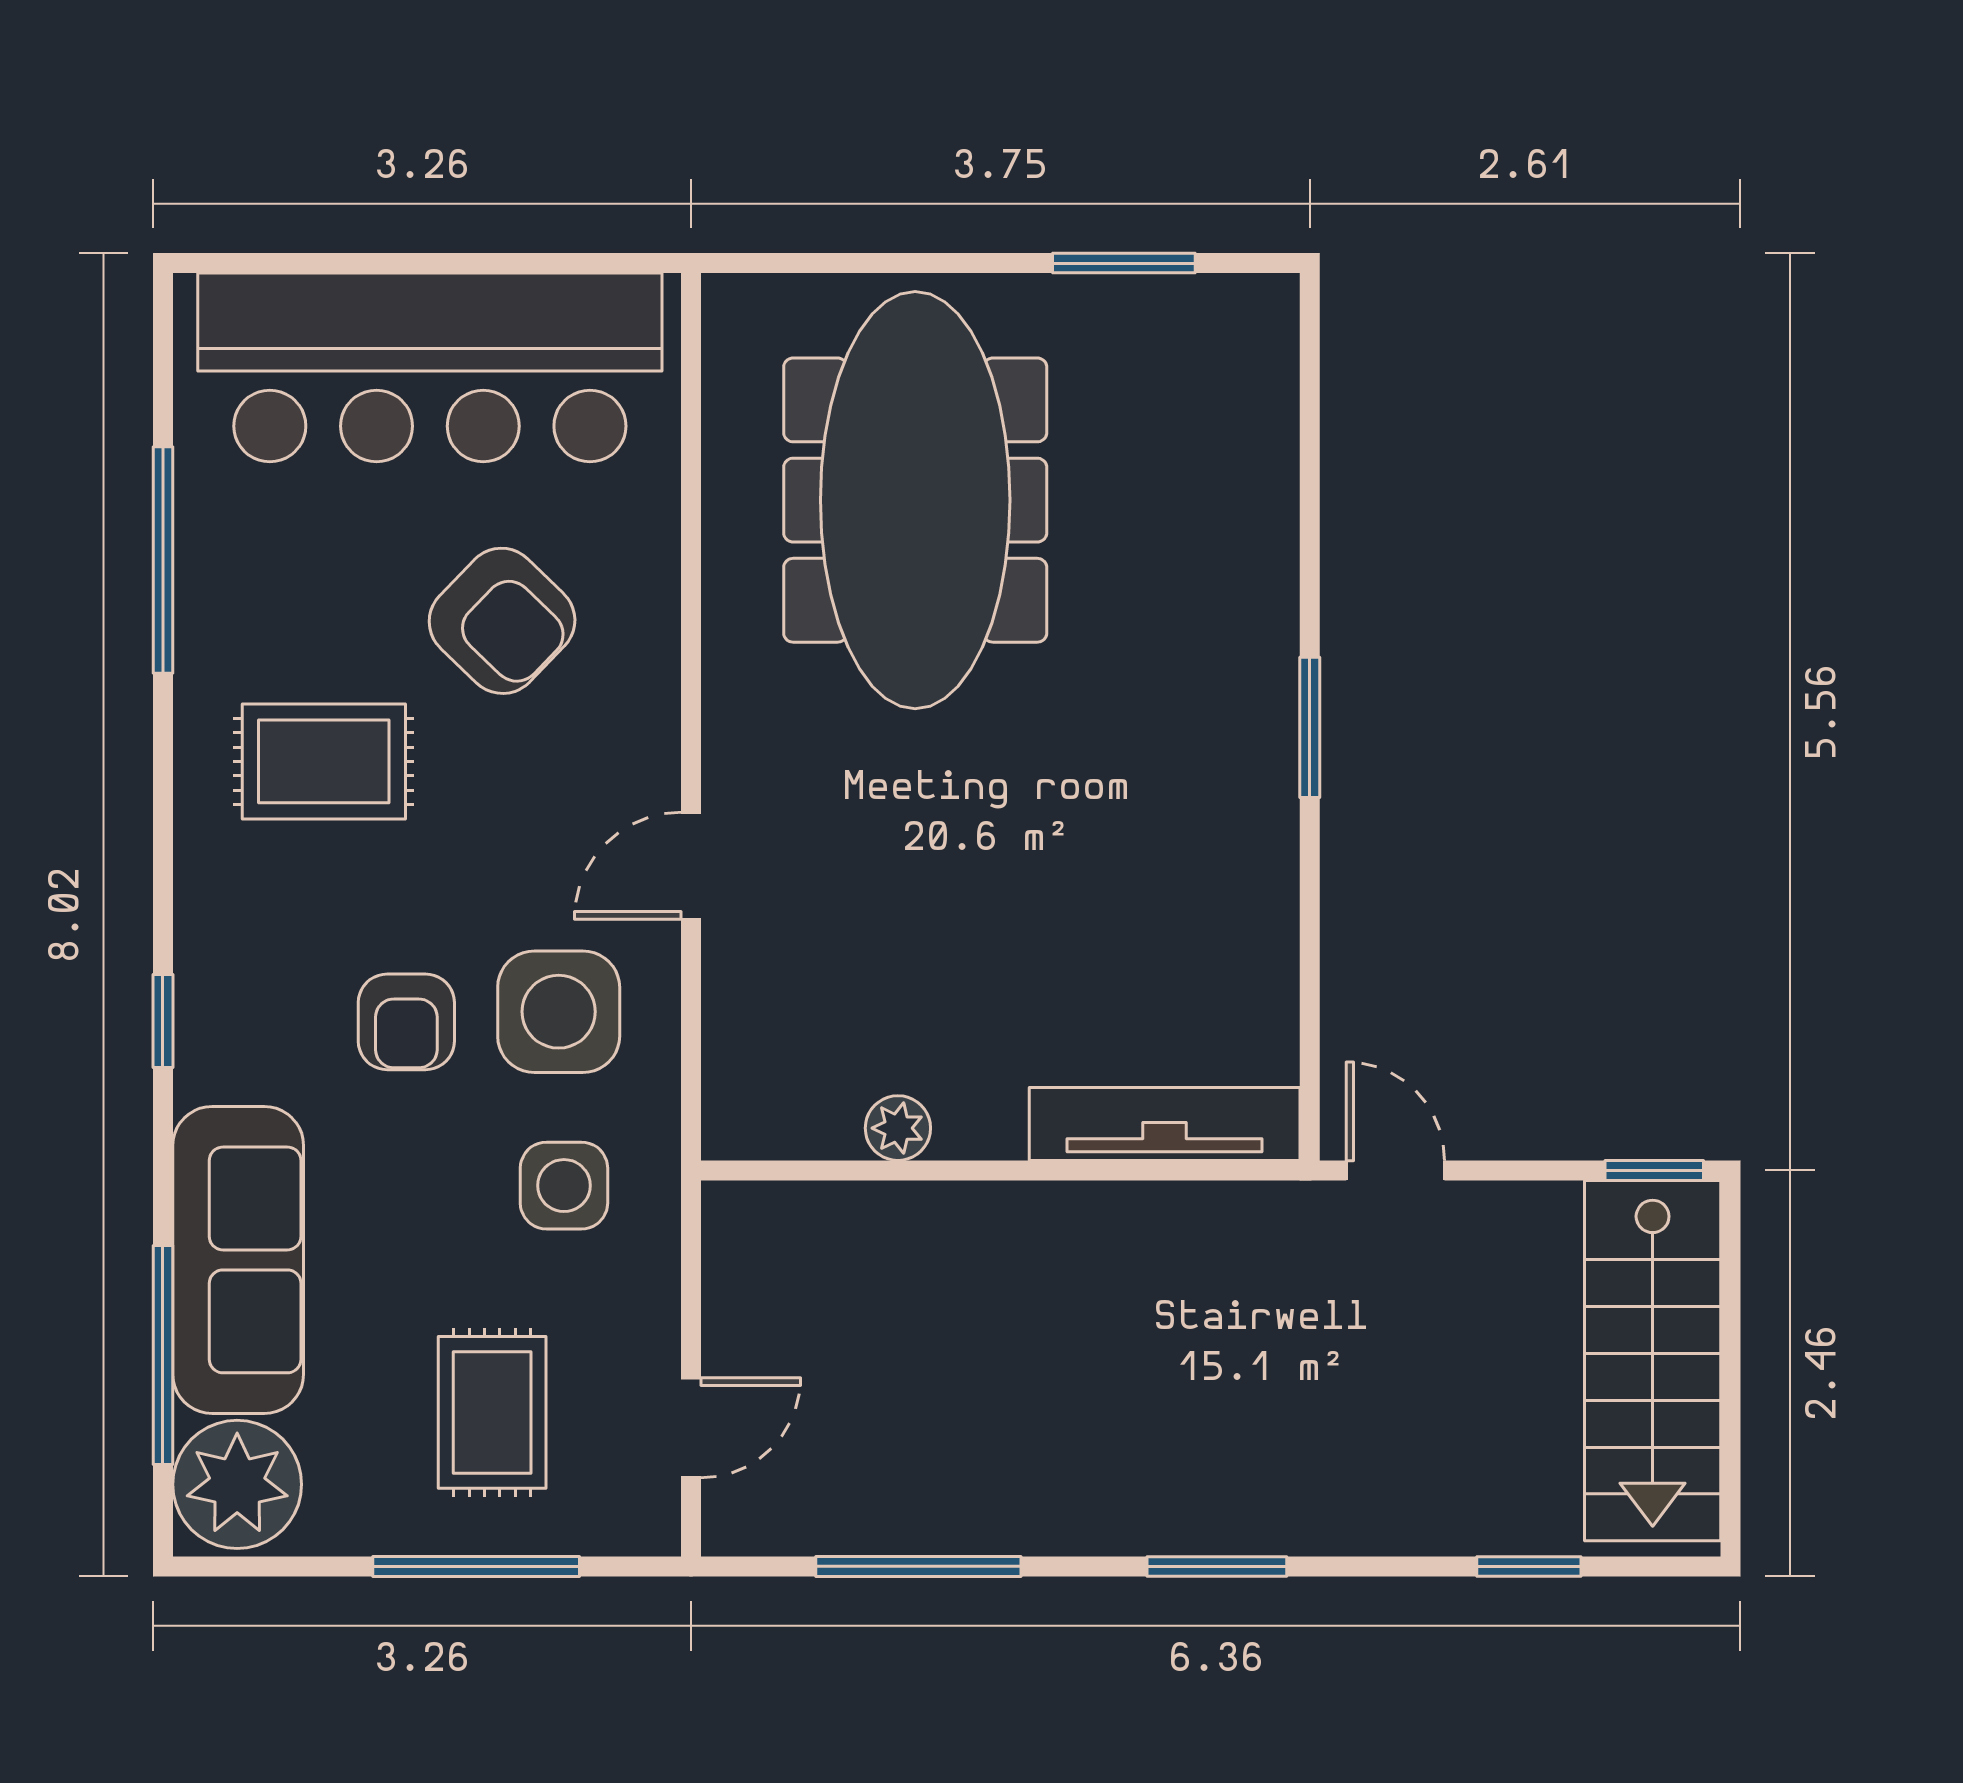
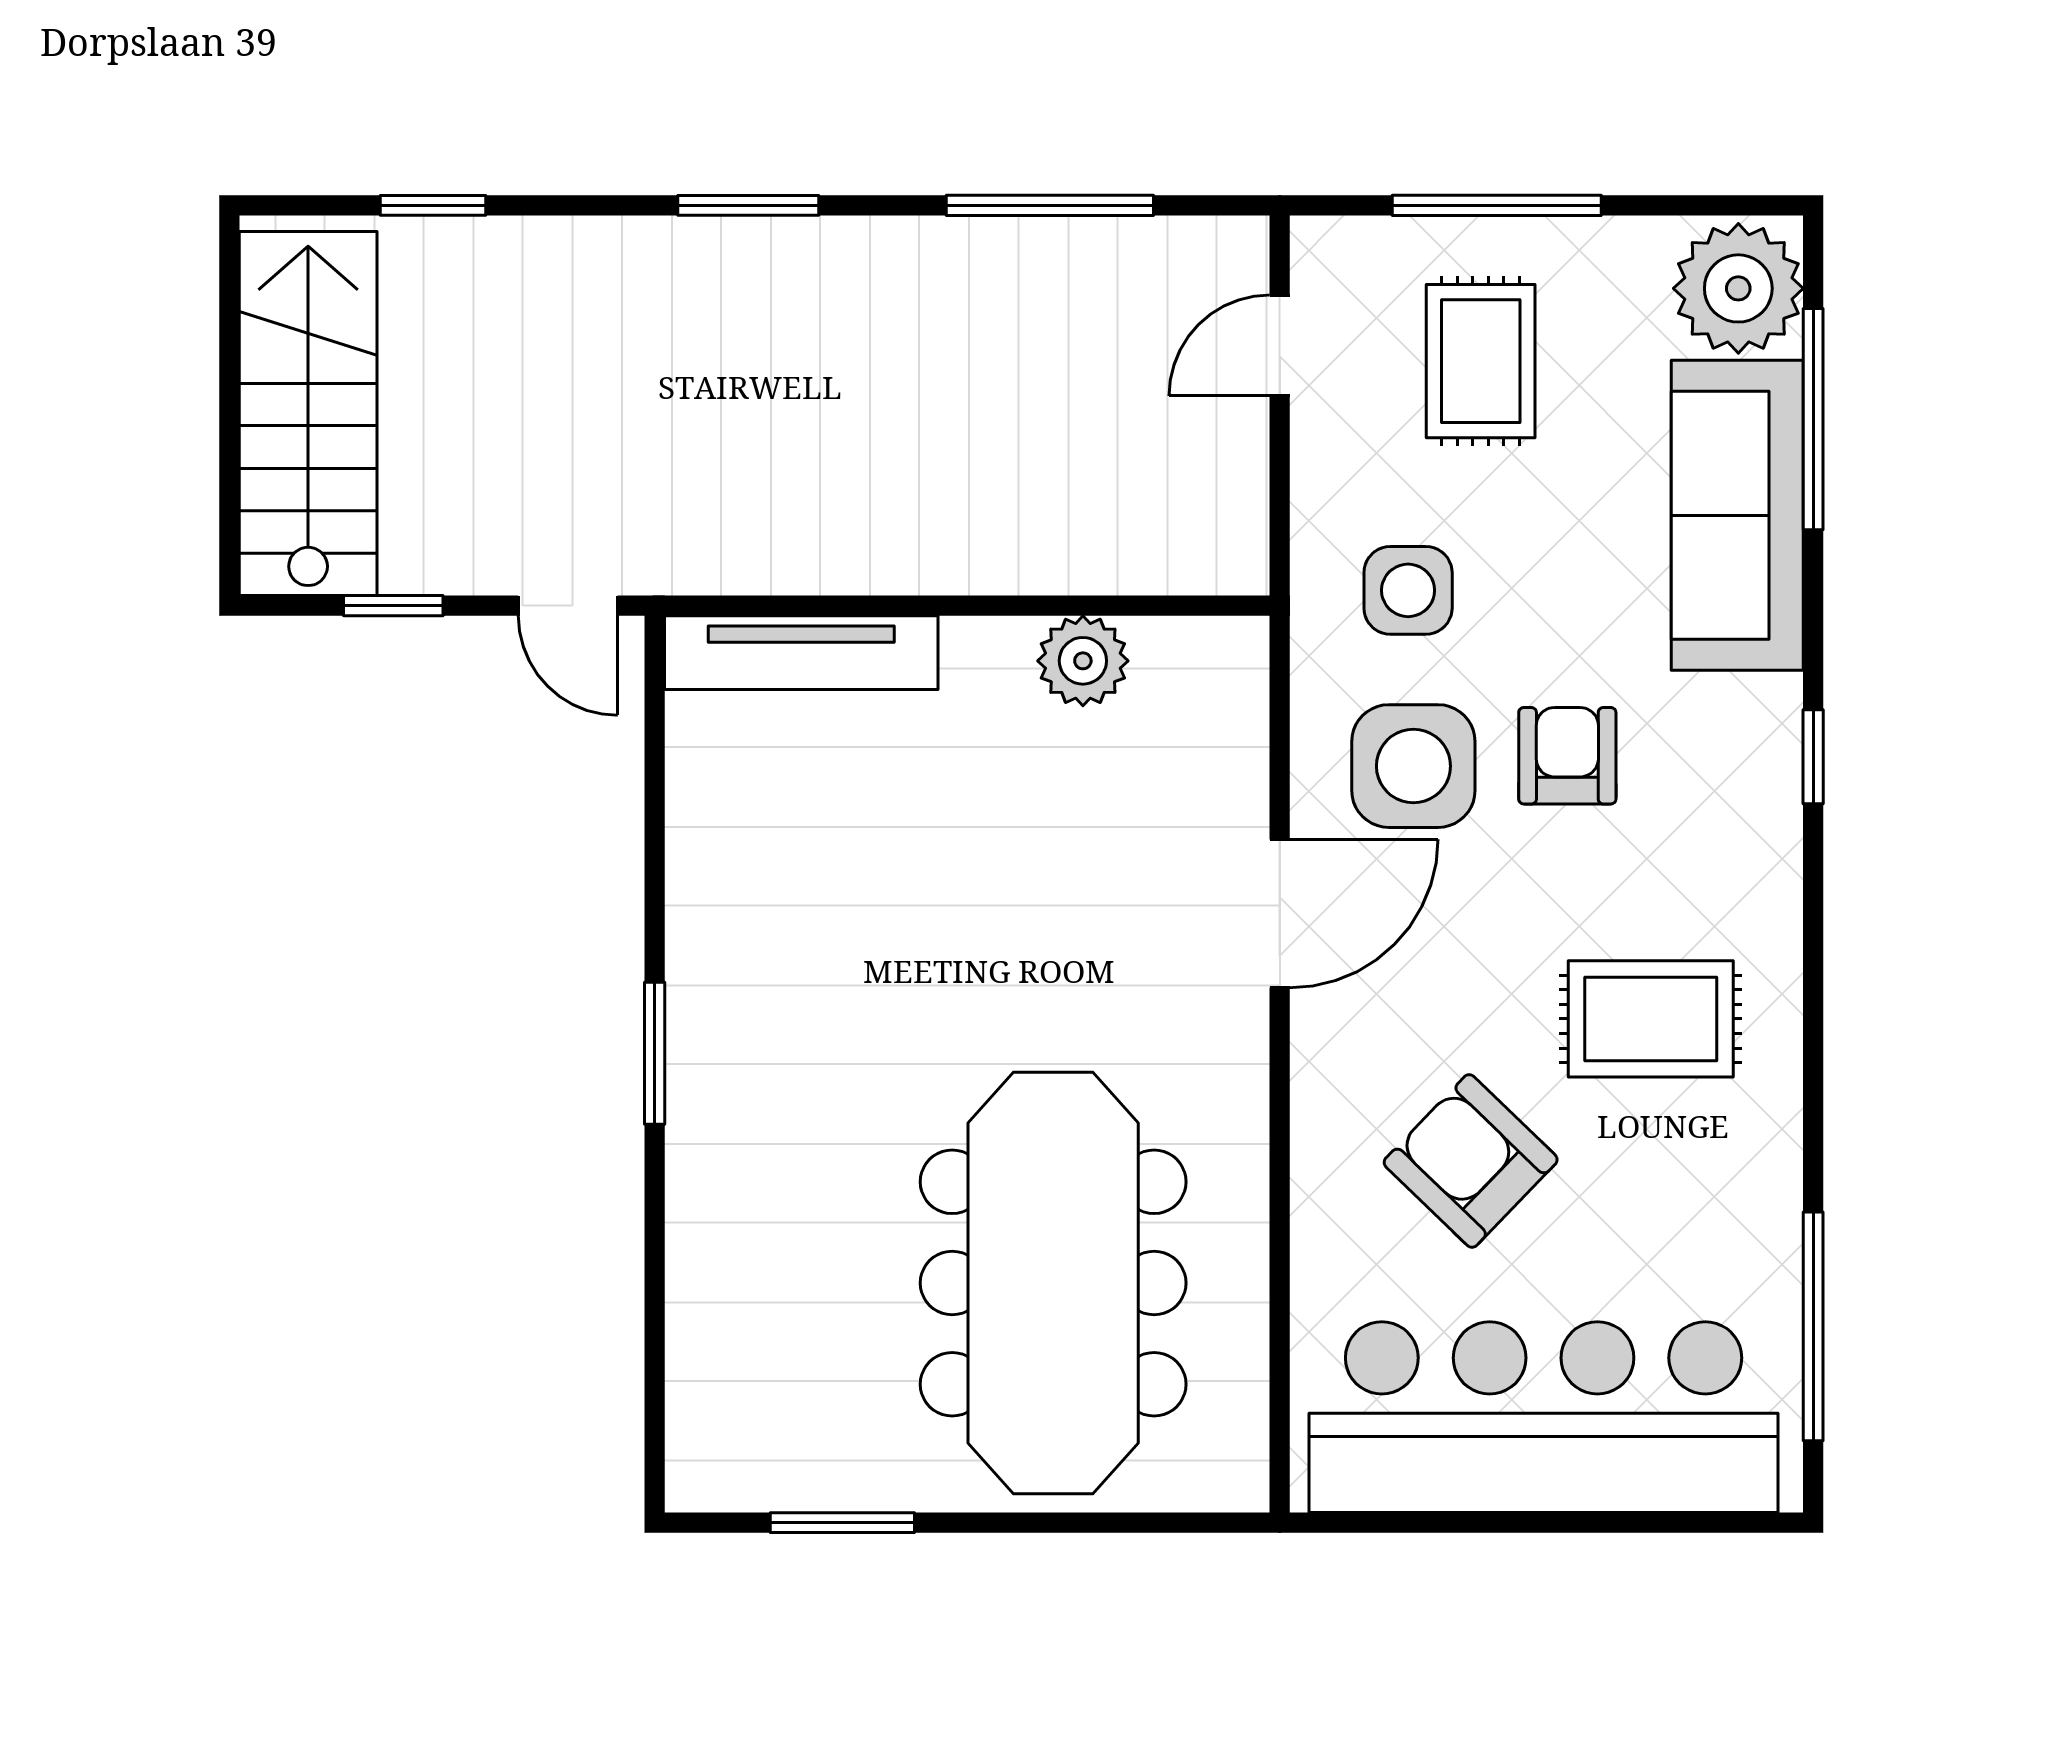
window: (163, 560) -> (1813, 1326), moved
door: (691, 866) -> (1280, 914), width x1.38
plant: (898, 1128) -> (1083, 661), width x1.38, depth x1.38
window: (1654, 1170) -> (393, 606), moved

